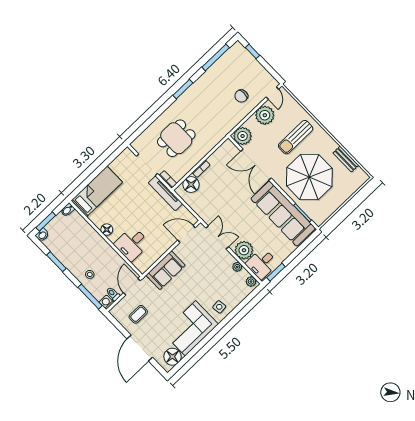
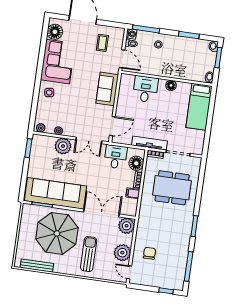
dining table: (176, 138) -> (172, 188), width x1.38
bench: (346, 159) -> (37, 266), width x1.36
filing cabinet: (215, 160) -> (133, 193), added
desk: (262, 264) -> (115, 157), moved

